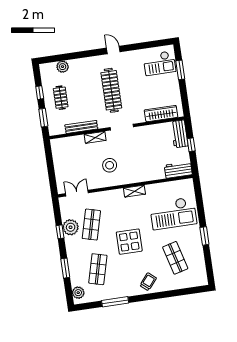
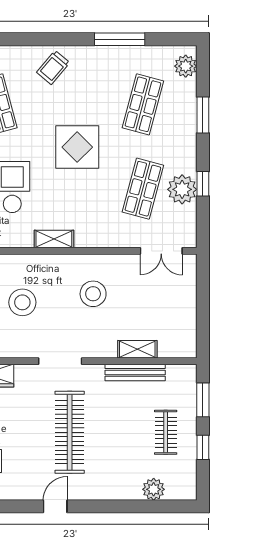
door: (113, 50) -> (55, 506), swing flipped
shelving: (95, 137) -> (137, 349), moved
stool: (146, 155) -> (22, 302), added

